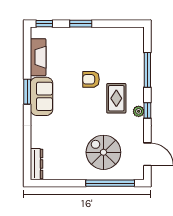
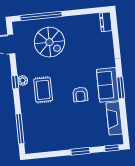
window: (147, 70) -> (20, 129), moved
armchair: (91, 79) -> (80, 94), moved, turned 90
dresser: (37, 164) -> (106, 22), width x0.70

